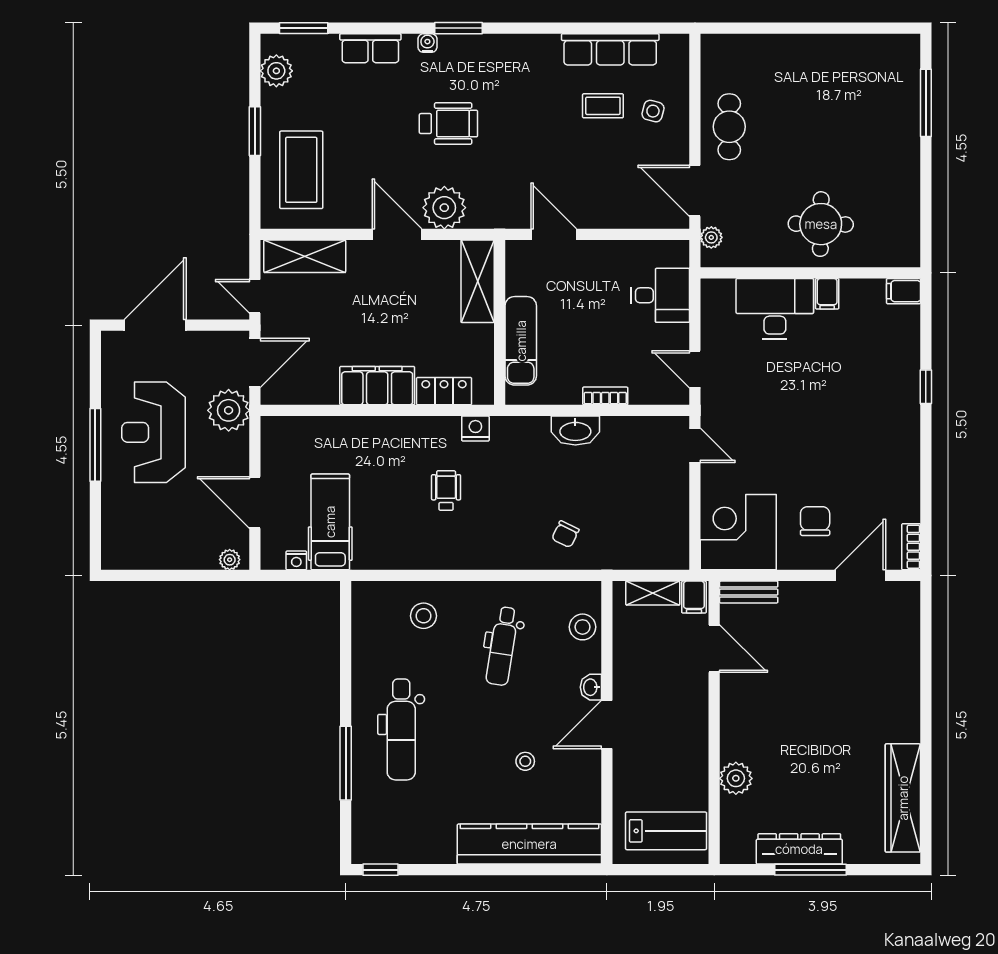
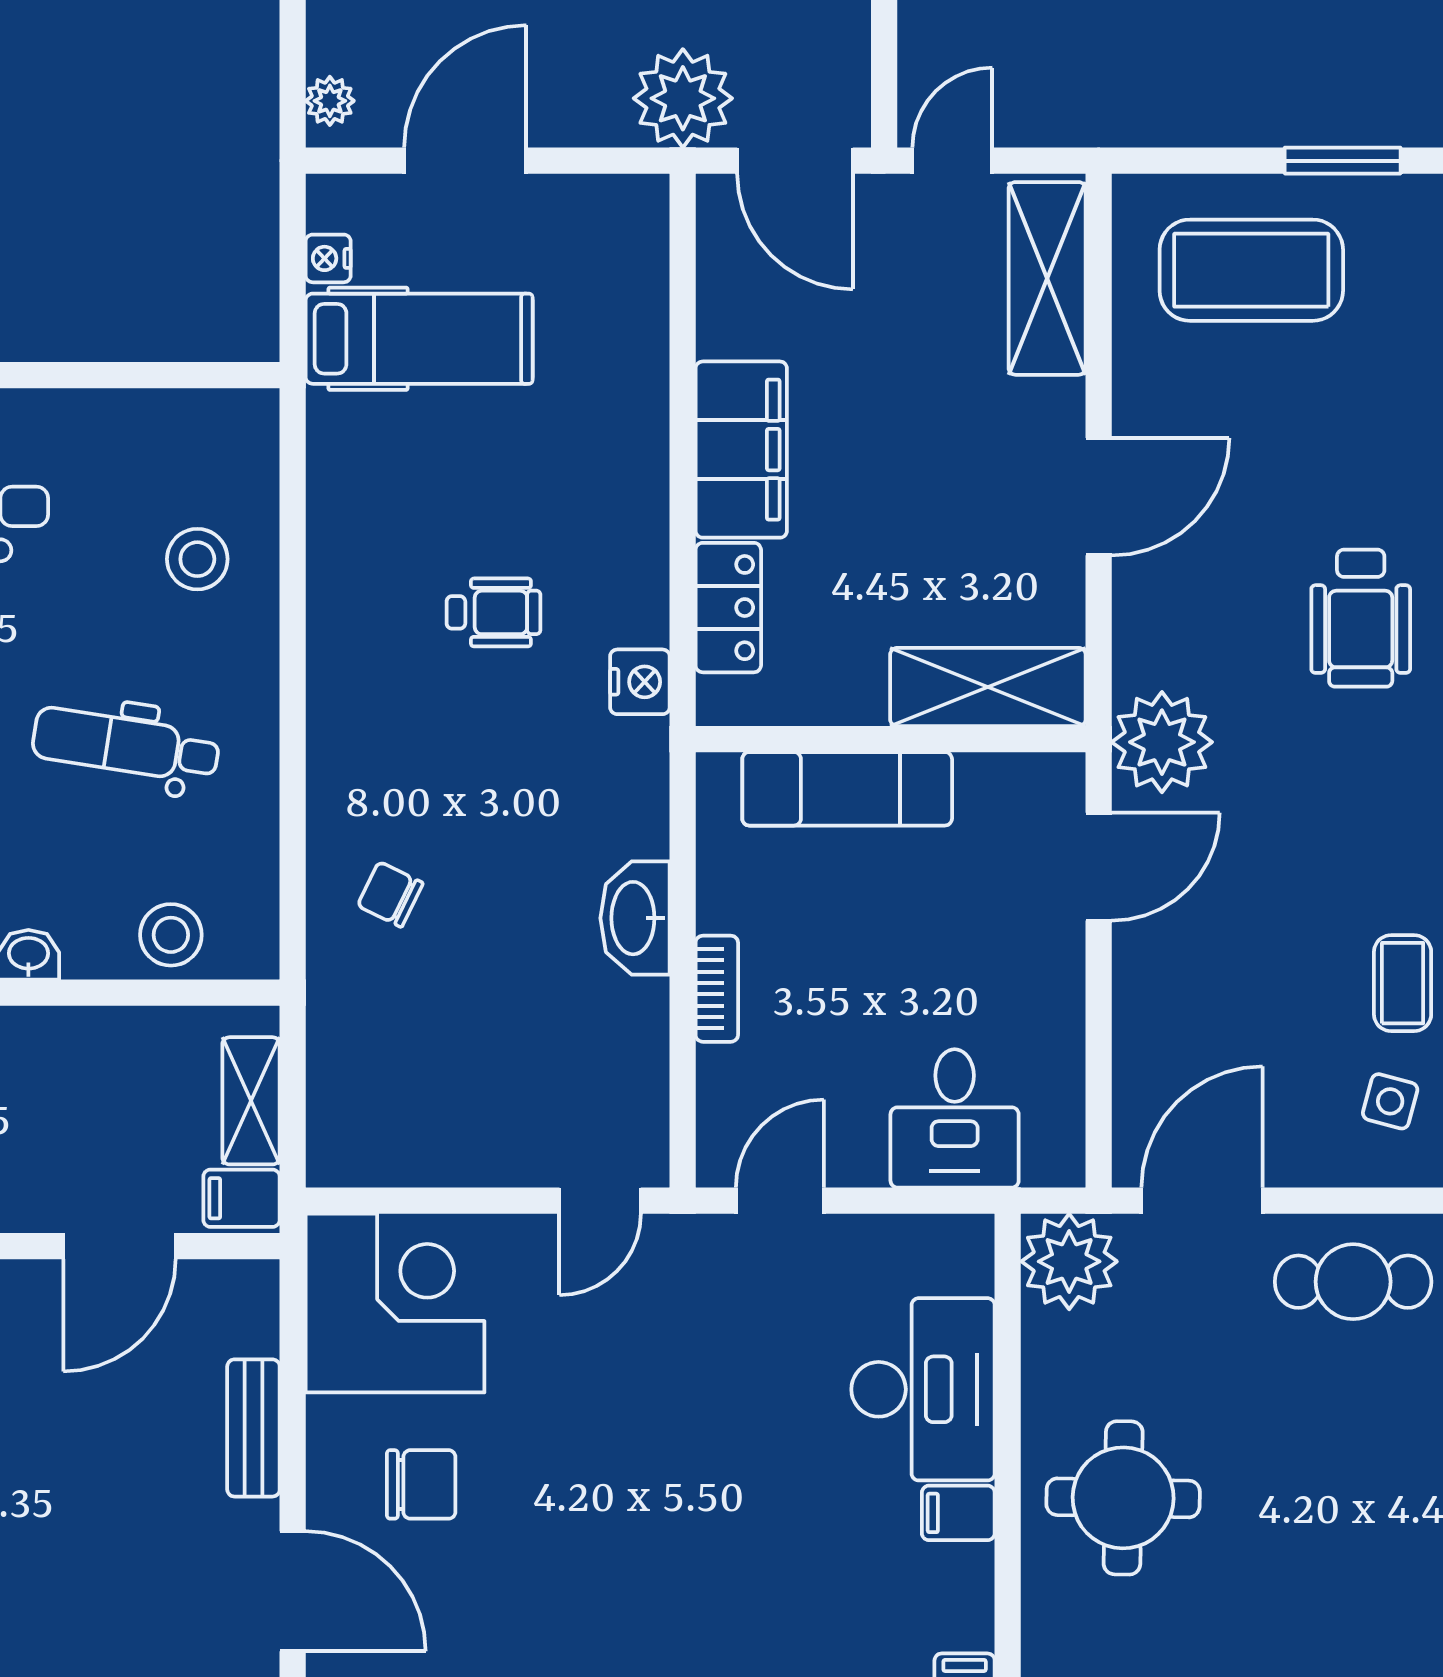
plant: (444, 208) -> (1162, 742), moved
plant: (711, 237) -> (1069, 1261), width x1.88, depth x1.88
bench: (749, 592) -> (253, 1428), moved

